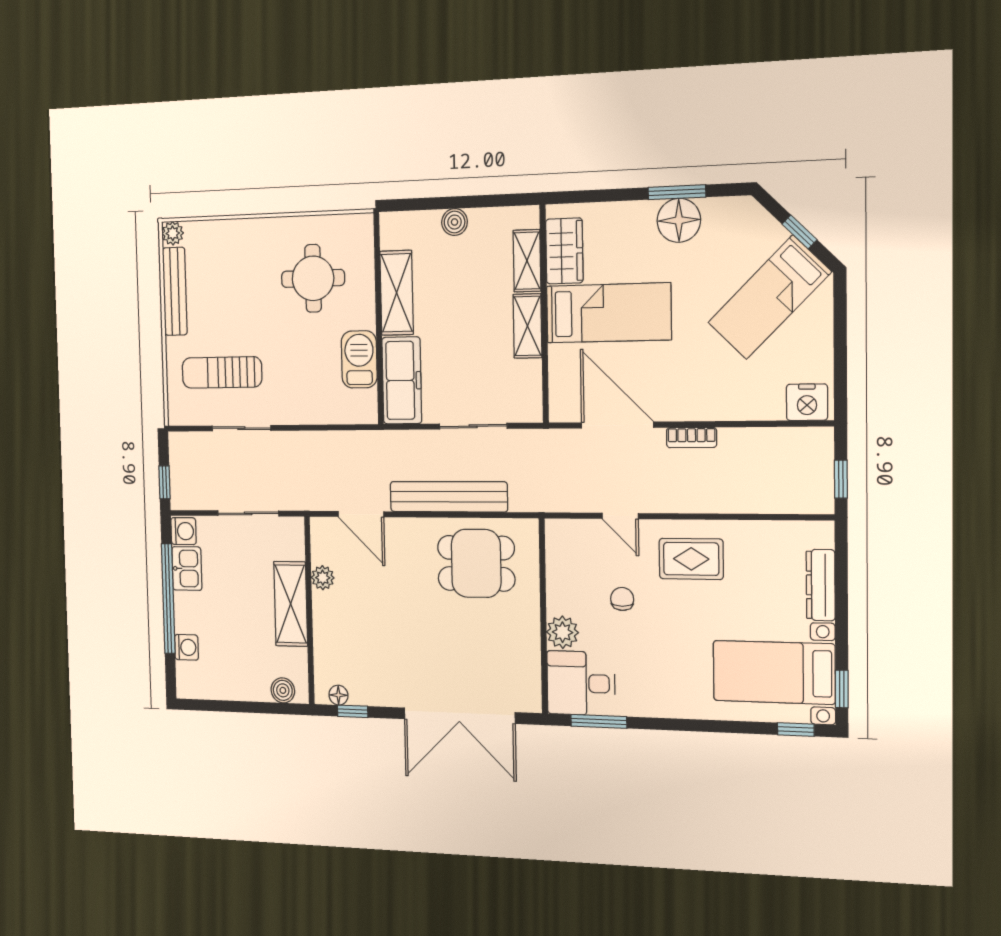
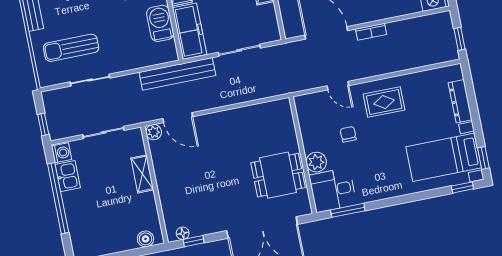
bench: (449, 497) -> (177, 74), moved
dining table: (476, 563) -> (278, 175), moved
plant: (323, 578) -> (154, 132), moved
shelving: (291, 604) -> (142, 174), width x0.67, depth x0.75
washing machine: (186, 647) -> (76, 227), removed

